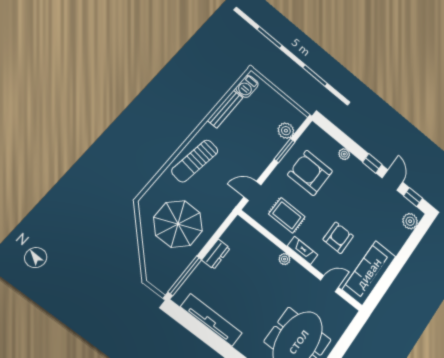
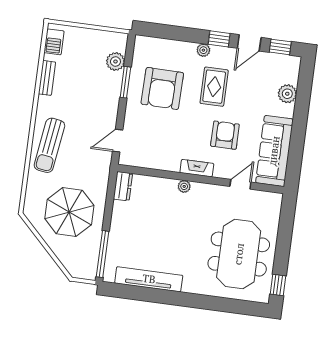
bench: (225, 109) -> (47, 78), width x0.73
plant: (344, 154) -> (203, 50), moved
armchair: (310, 173) -> (162, 88), turned -89
door: (392, 180) -> (249, 43), swing flipped
rug: (287, 215) -> (214, 87), moved, turned 90
plant: (410, 221) -> (287, 94), moved
dresser: (216, 254) -> (123, 186), moved

